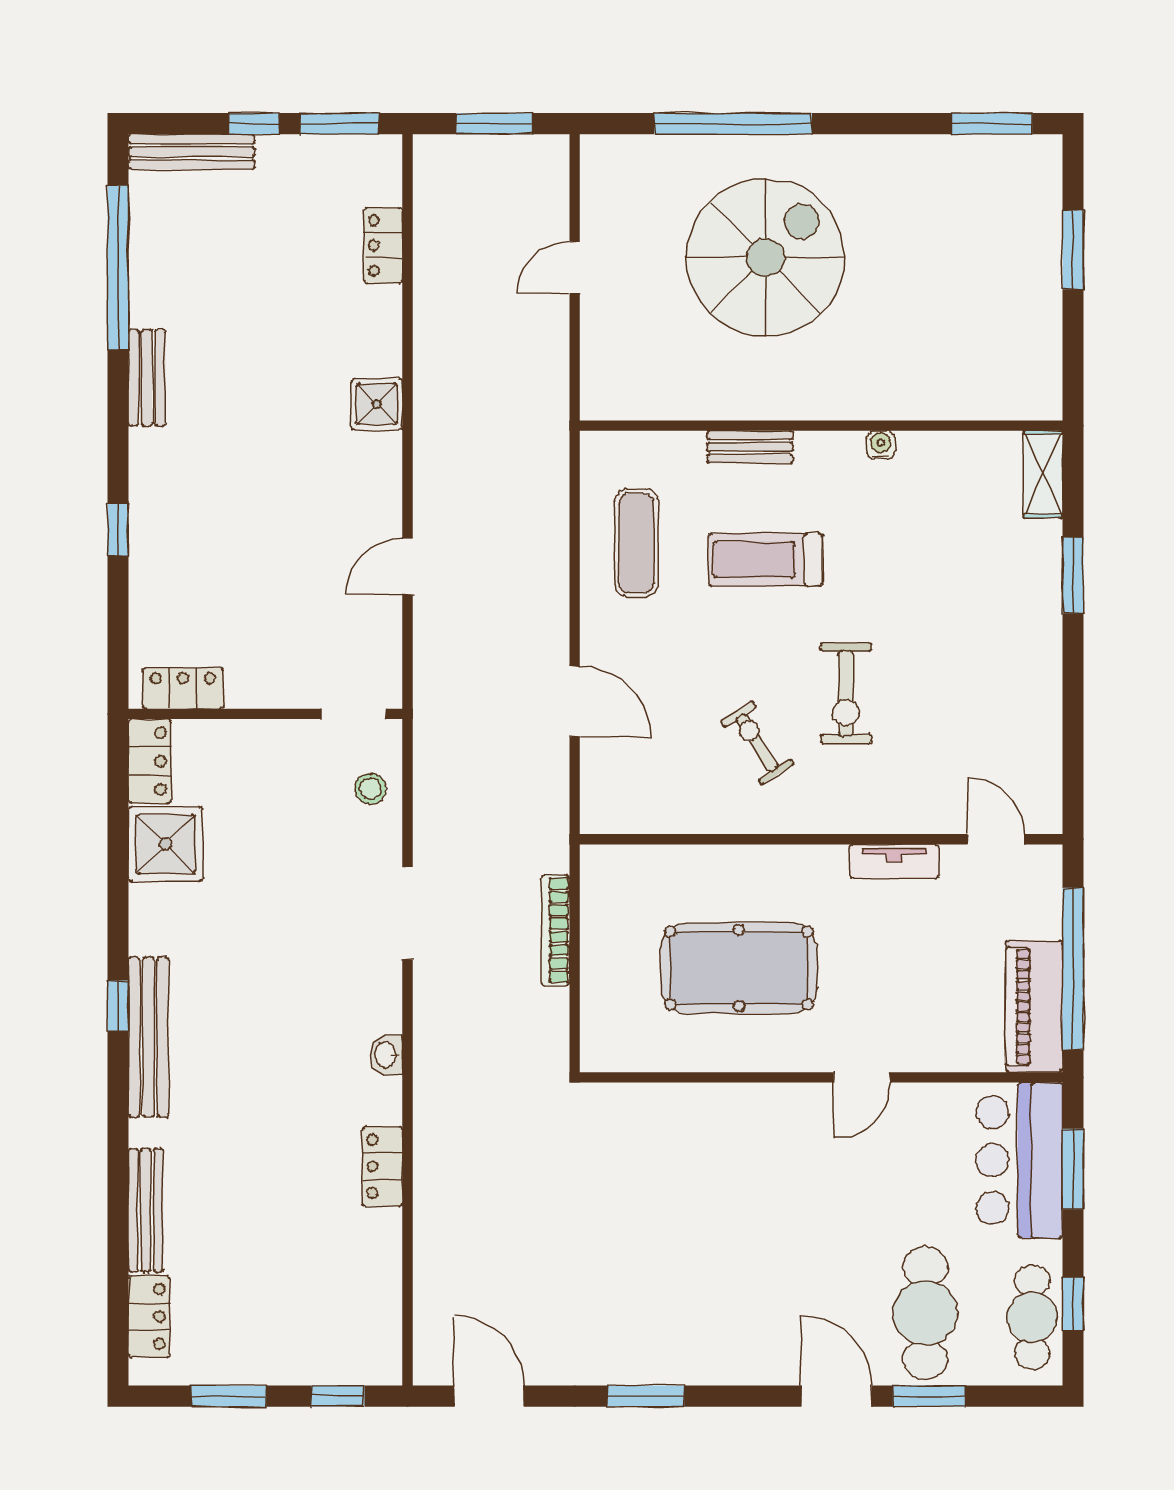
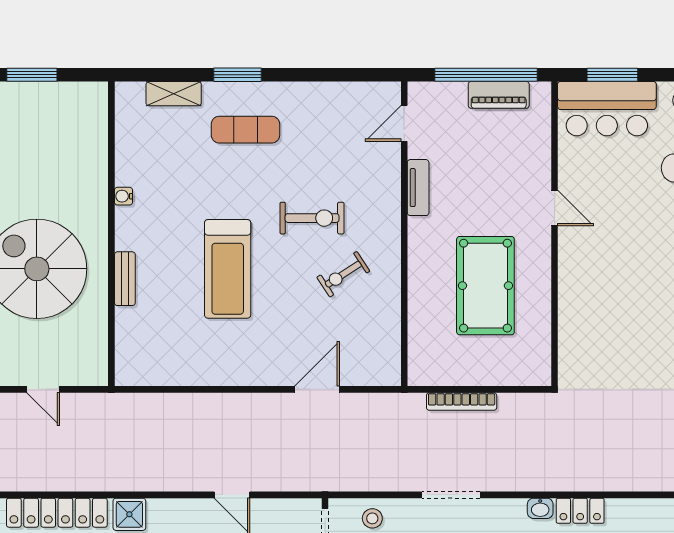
locker: (383, 245) -> (57, 513), width x2.16, depth x1.21
wall: (821, 426) -> (111, 234), moved
water cooler: (881, 445) -> (123, 196), moved
bench: (750, 447) -> (125, 279), moved
exercise mat: (637, 543) -> (245, 130), moved
treadmill: (765, 560) -> (228, 269), width x1.37, depth x1.38
piano: (1034, 1007) -> (499, 95), width x0.73, depth x0.75
locker: (382, 1166) -> (580, 511), moved

